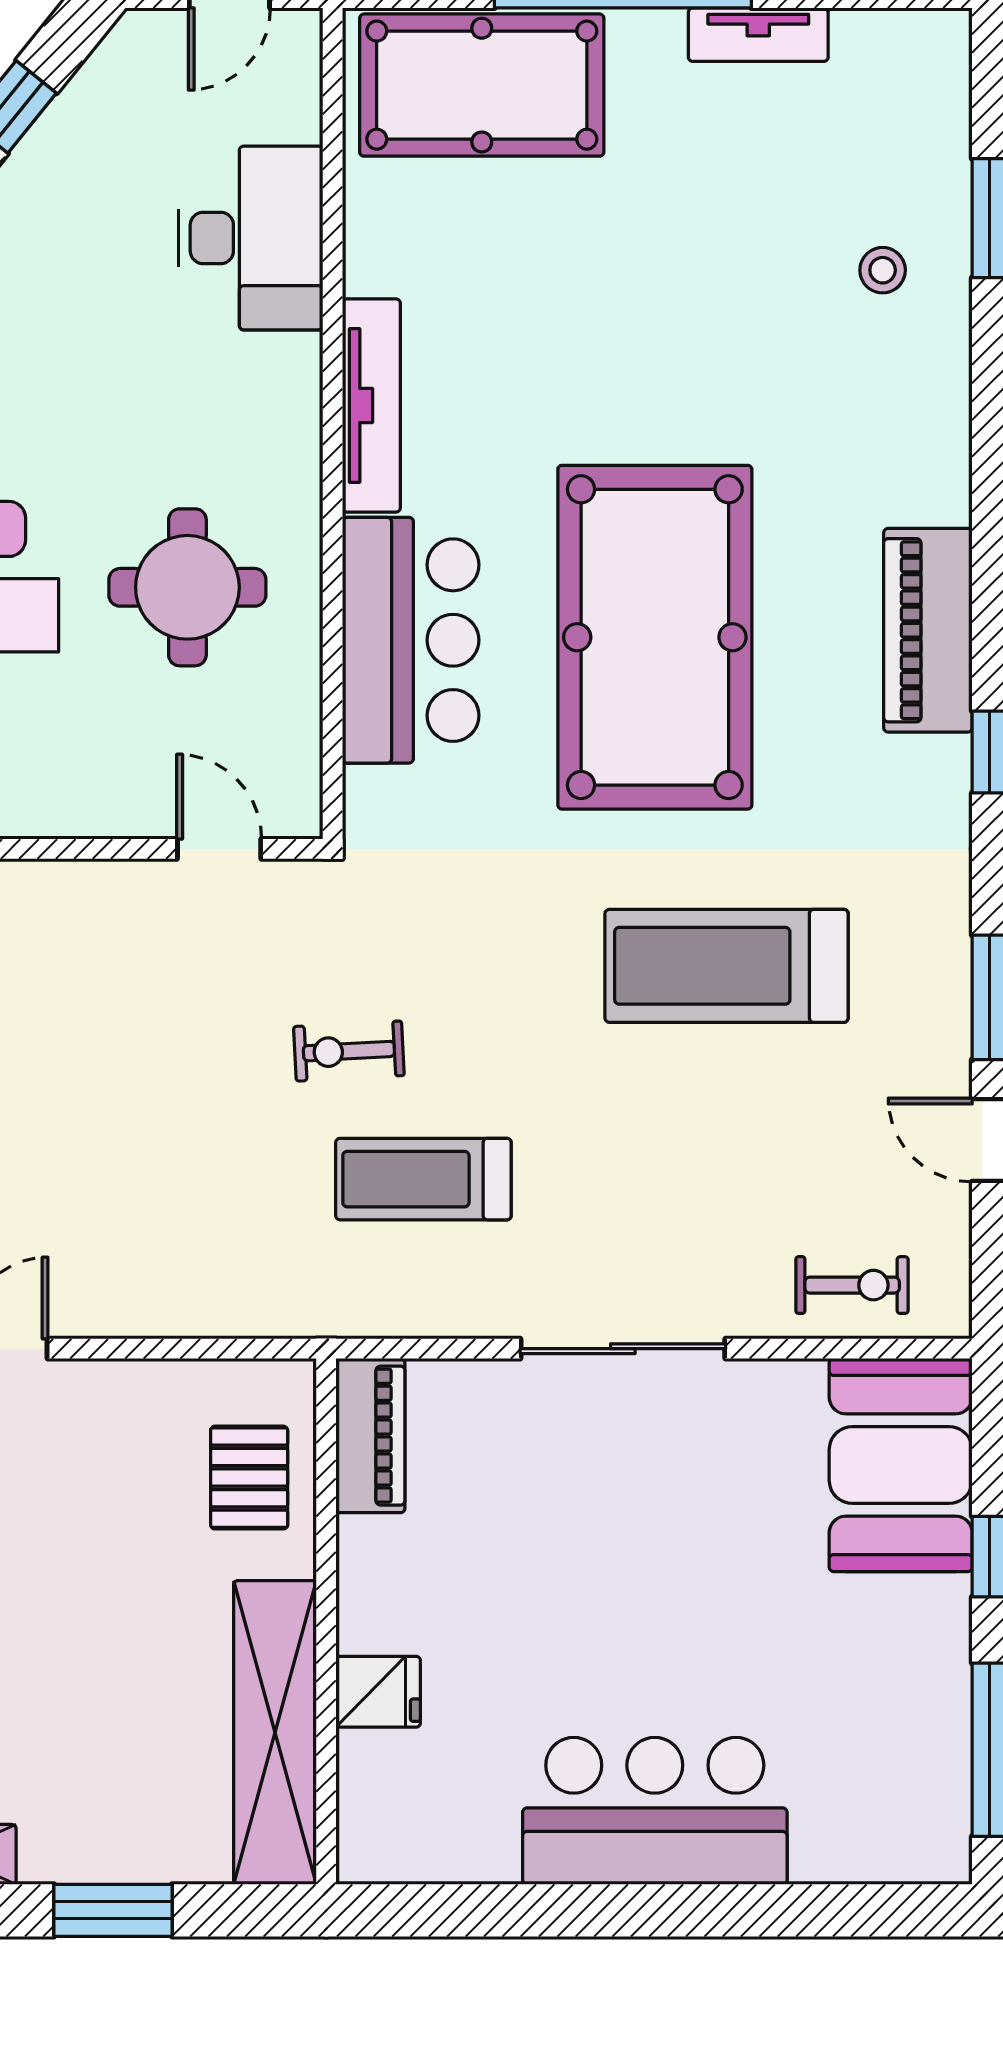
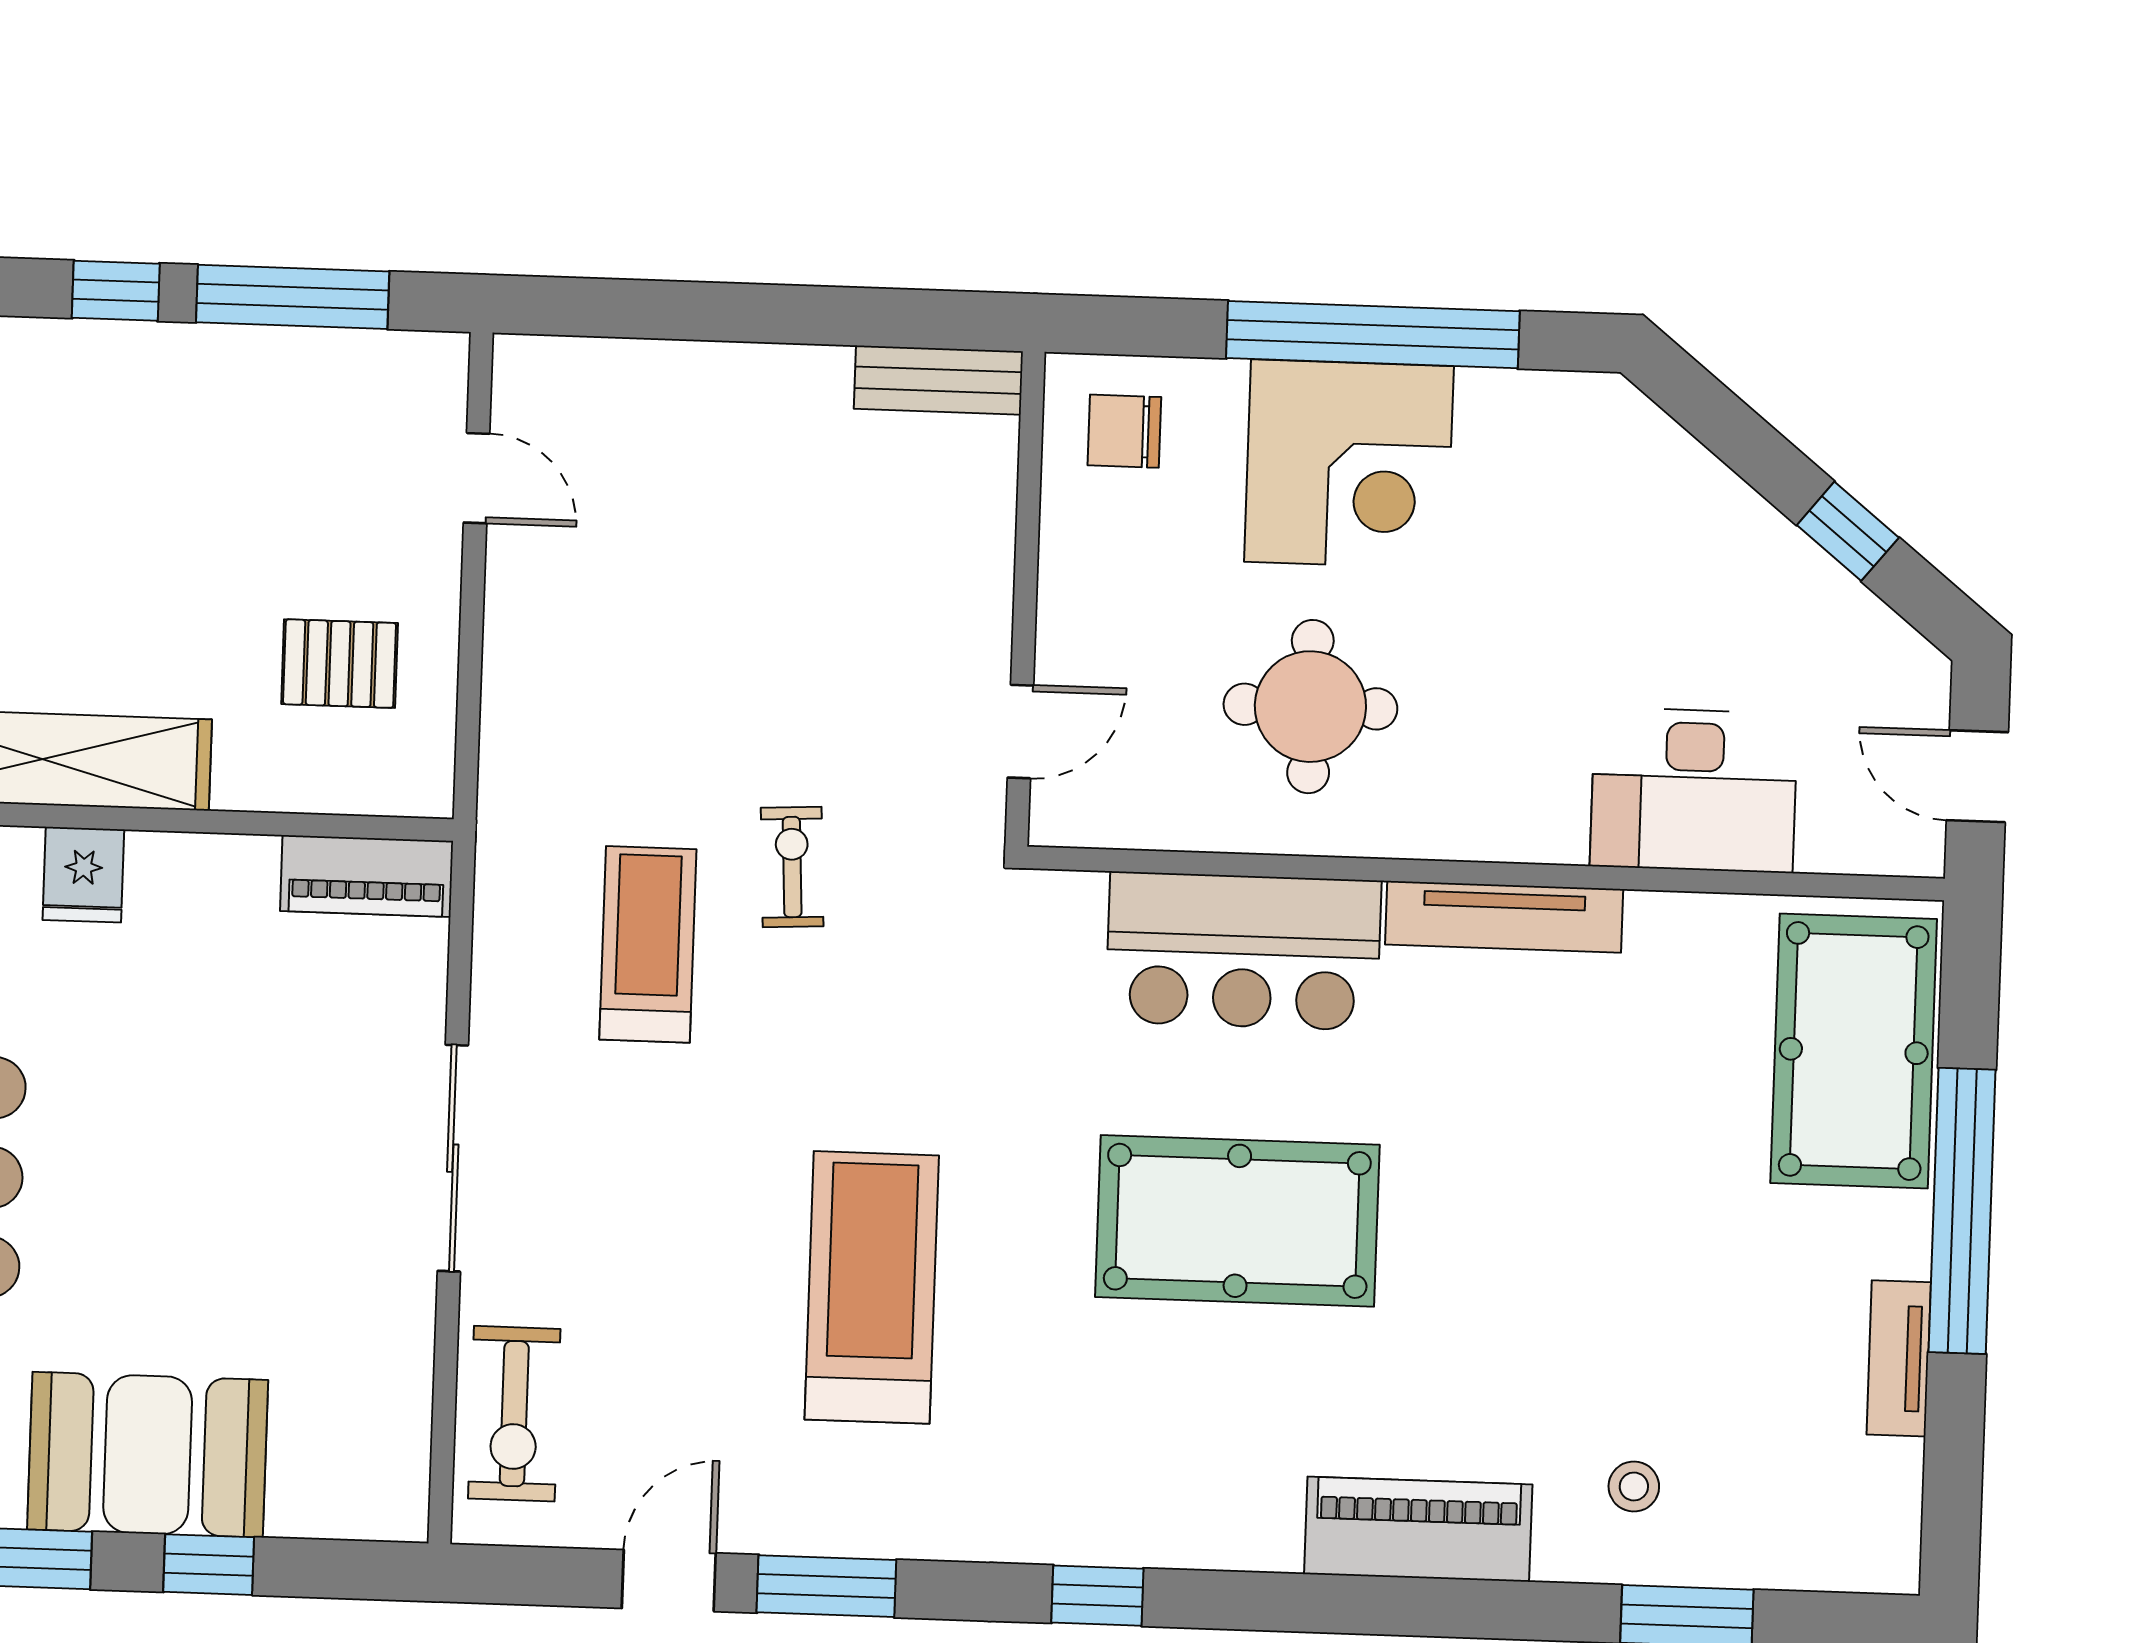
piano: (928, 630) -> (1418, 1529), moved
pool table: (655, 637) -> (1237, 1221), width x0.73, depth x0.76
exercise bike: (852, 1285) -> (514, 1414), width x1.38, depth x1.39
booth: (901, 1465) -> (148, 1455), moved
pallet: (249, 1478) -> (340, 664), moved

